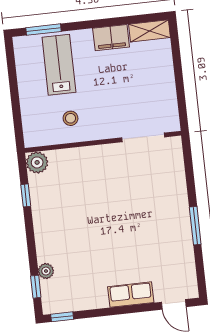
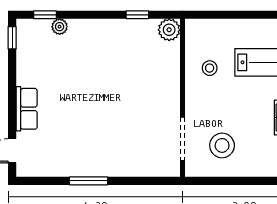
stool: (146, 98) -> (222, 145), added

